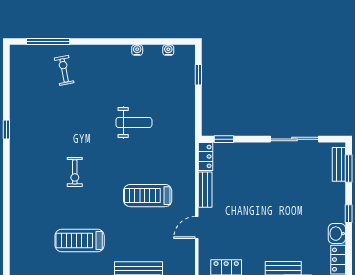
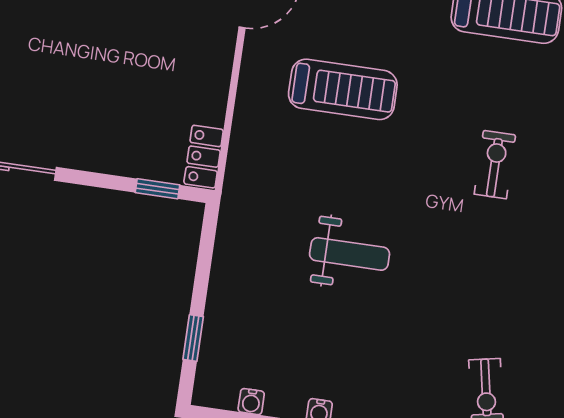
weight bench: (134, 122) -> (350, 254), turned 180
bench: (205, 190) -> (215, 84), removed

